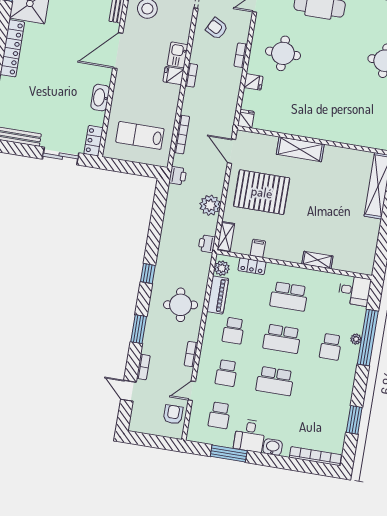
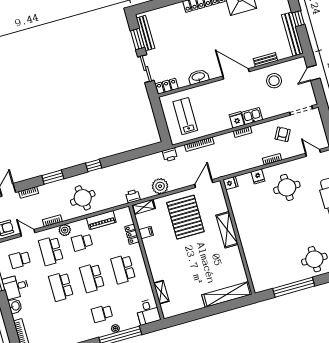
window: (20, 149) -> (138, 39), added
shelving: (317, 260) -> (161, 292), moved
plant: (222, 268) -> (65, 230), moved
school desk: (226, 373) -> (51, 251), width x1.85

